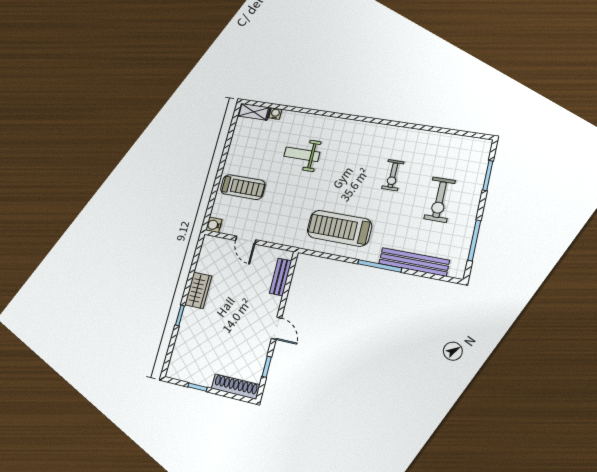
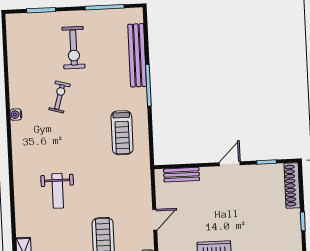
water cooler: (275, 114) -> (16, 115), moved
exercise bike: (393, 175) -> (59, 97), turned -74
exercise bike: (440, 200) -> (74, 48), turned 90
treadmill: (339, 228) -> (122, 133), width x0.73, depth x0.73

